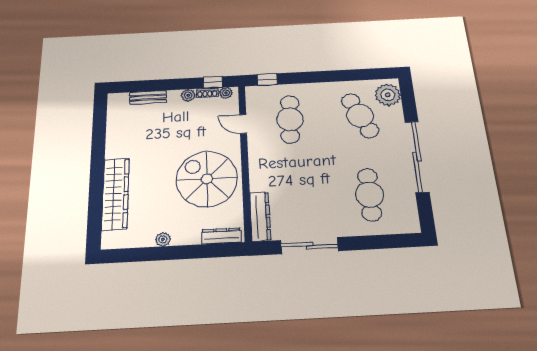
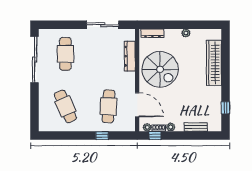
window: (267, 80) -> (102, 136), moved
plant: (388, 95) -> (47, 120), removed
door: (243, 124) -> (137, 105), width x1.87
window: (99, 127) -> (225, 108), added
sliding door: (417, 156) -> (35, 60), moved
dresser: (260, 216) -> (130, 56), moved

